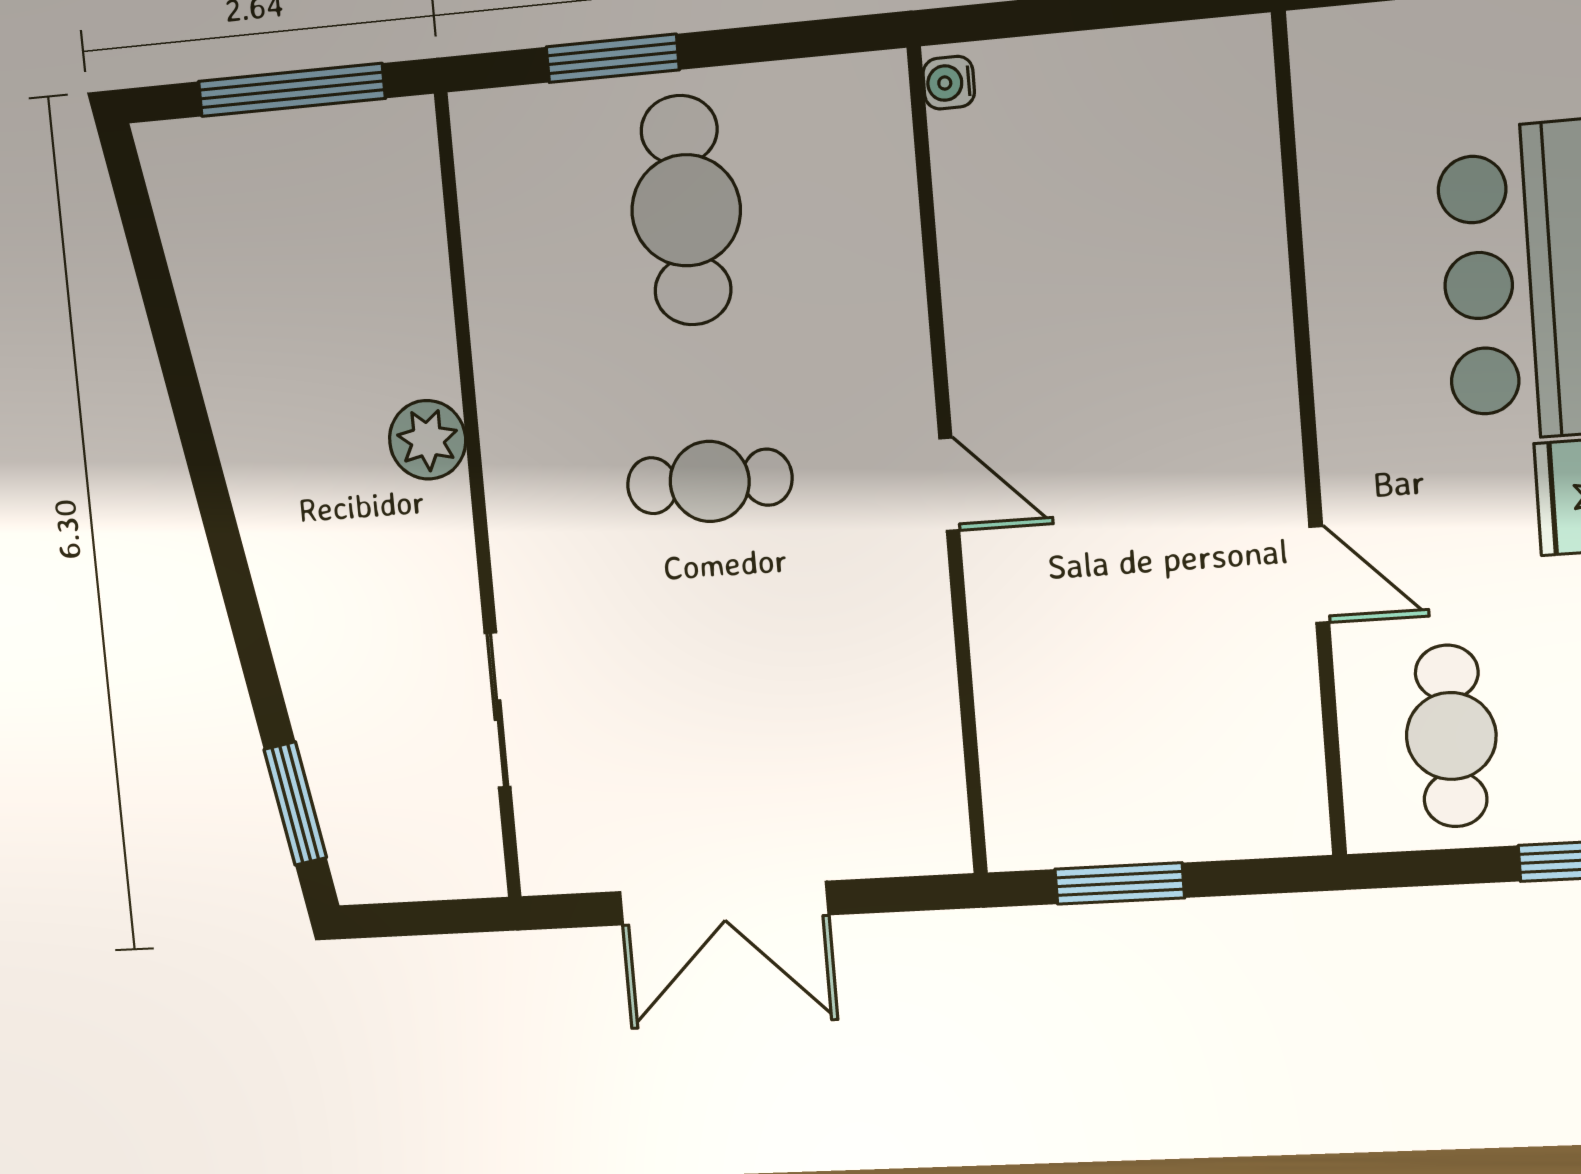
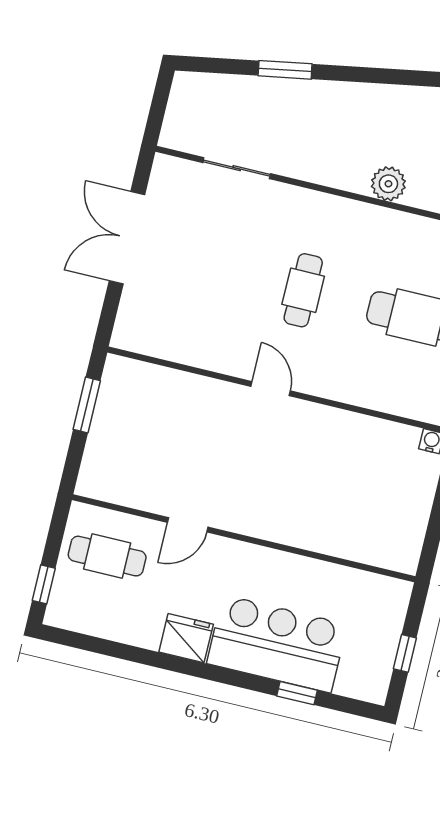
plant: (428, 440) -> (388, 184), moved
door: (949, 484) -> (271, 389), swing flipped
window: (295, 804) -> (285, 70), moved

